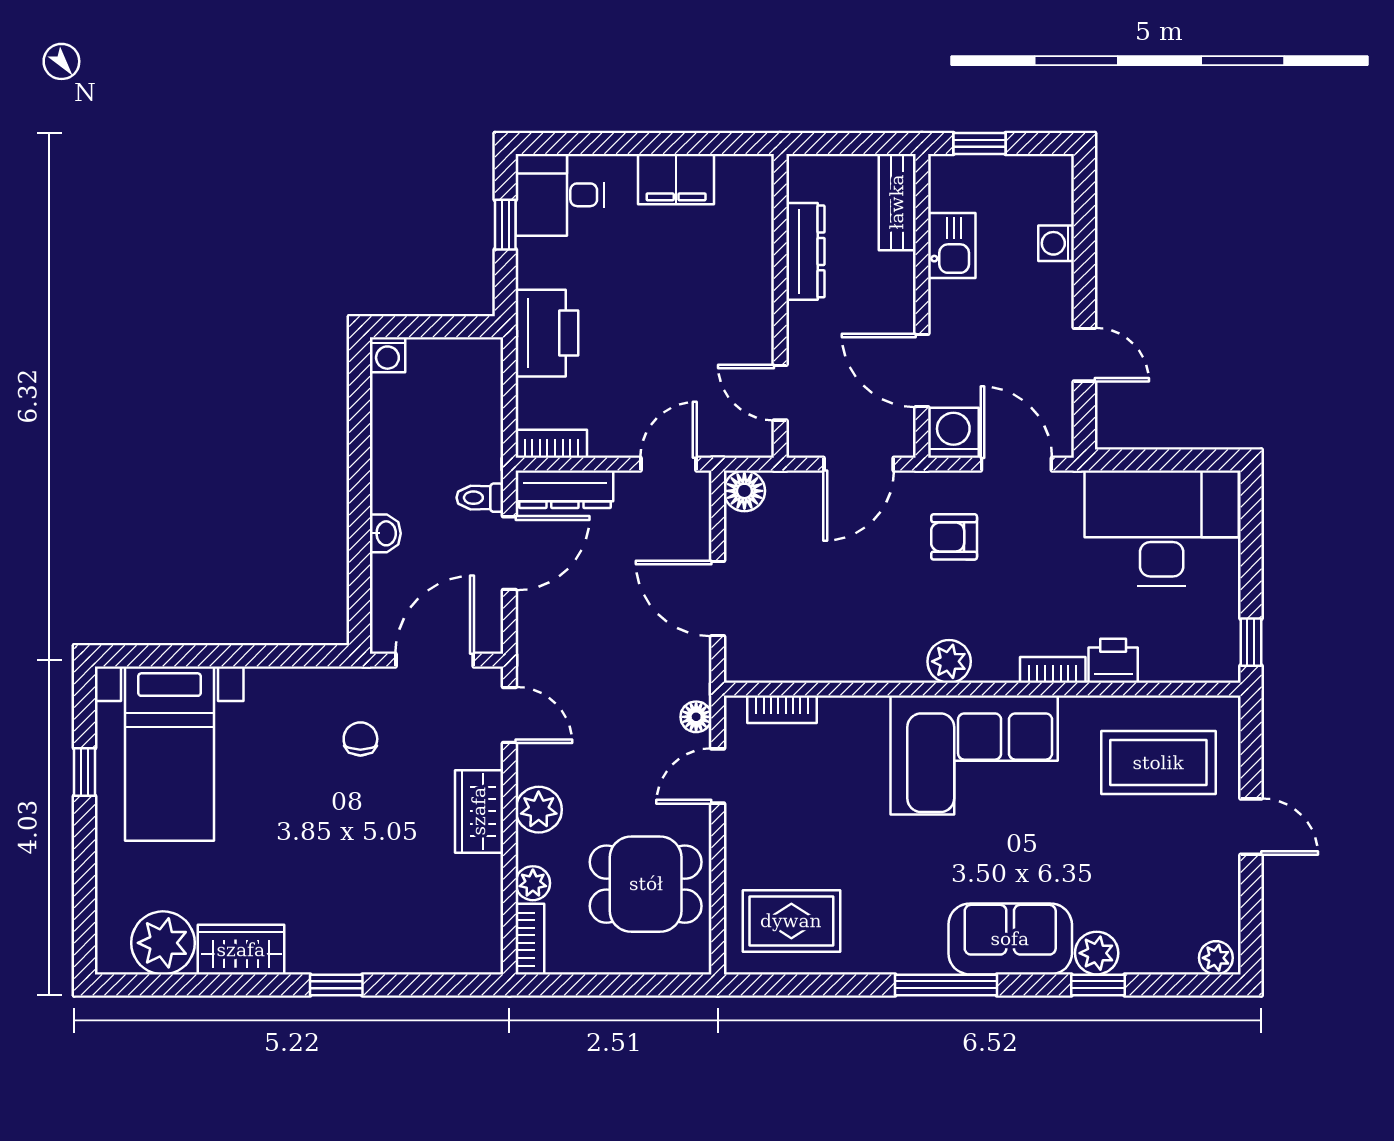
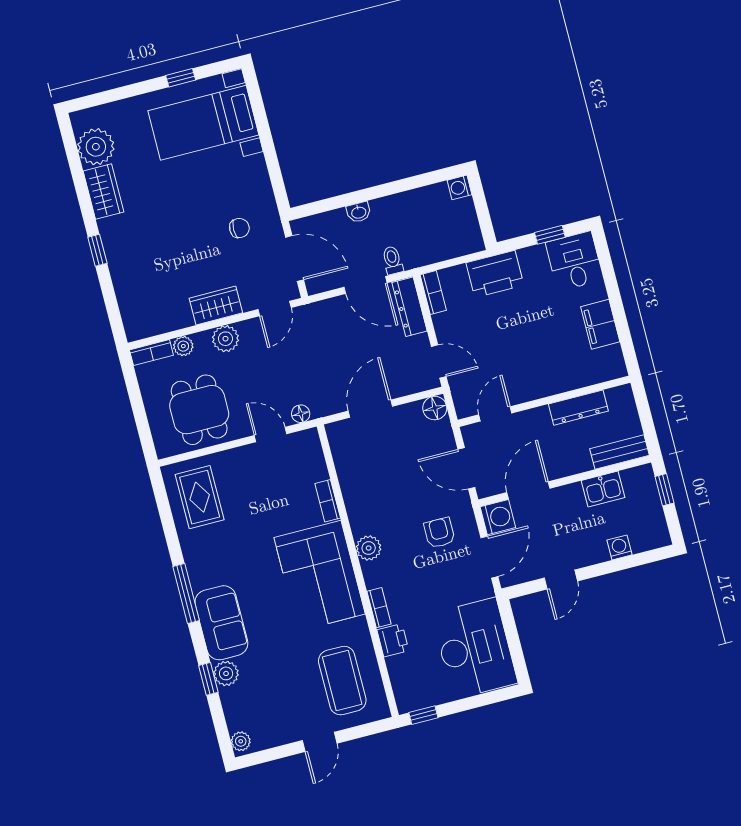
bookcase: (782, 709) -> (328, 501), moved

